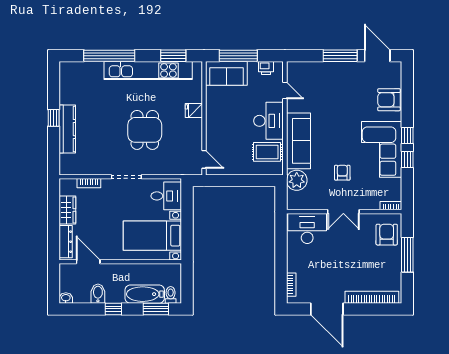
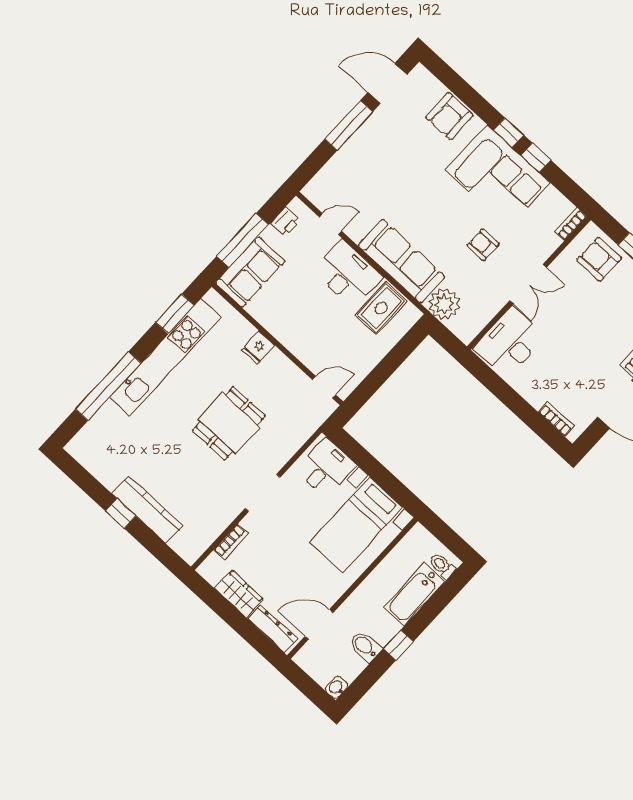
dining table: (145, 130) -> (229, 423), turned 90
window: (156, 309) -> (443, 597), removed

